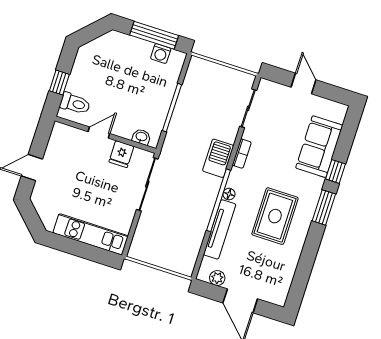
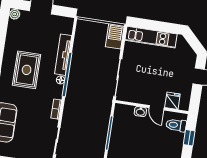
door: (99, 133) -> (157, 108), hinge flipped
washbasin: (141, 137) -> (140, 112), moved
fridge: (121, 154) -> (172, 101), moved
barbecue: (218, 158) -> (115, 36), moved, turned 180
plant: (217, 278) -> (15, 14), moved

